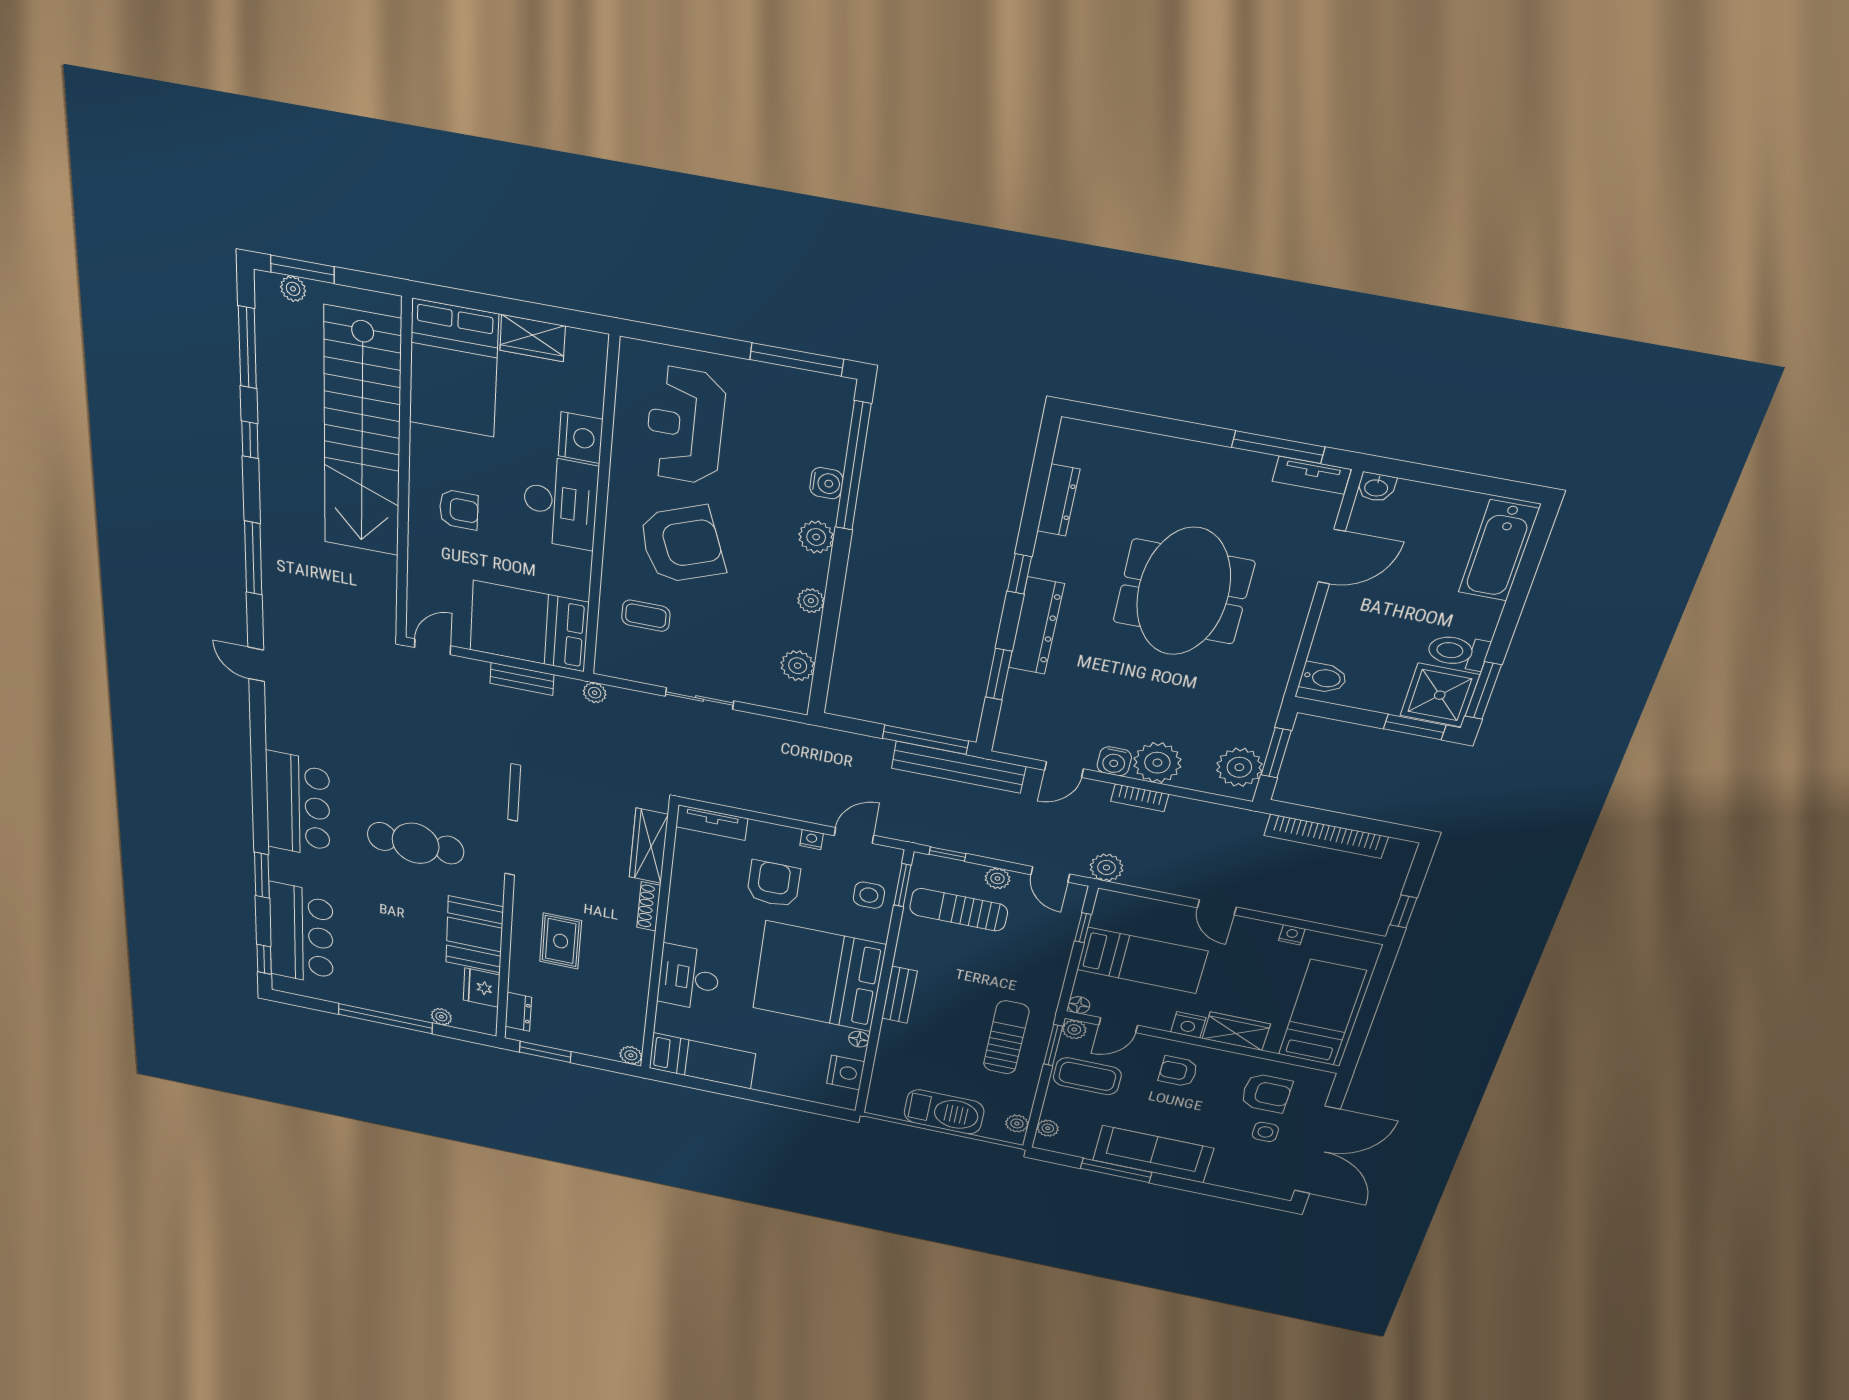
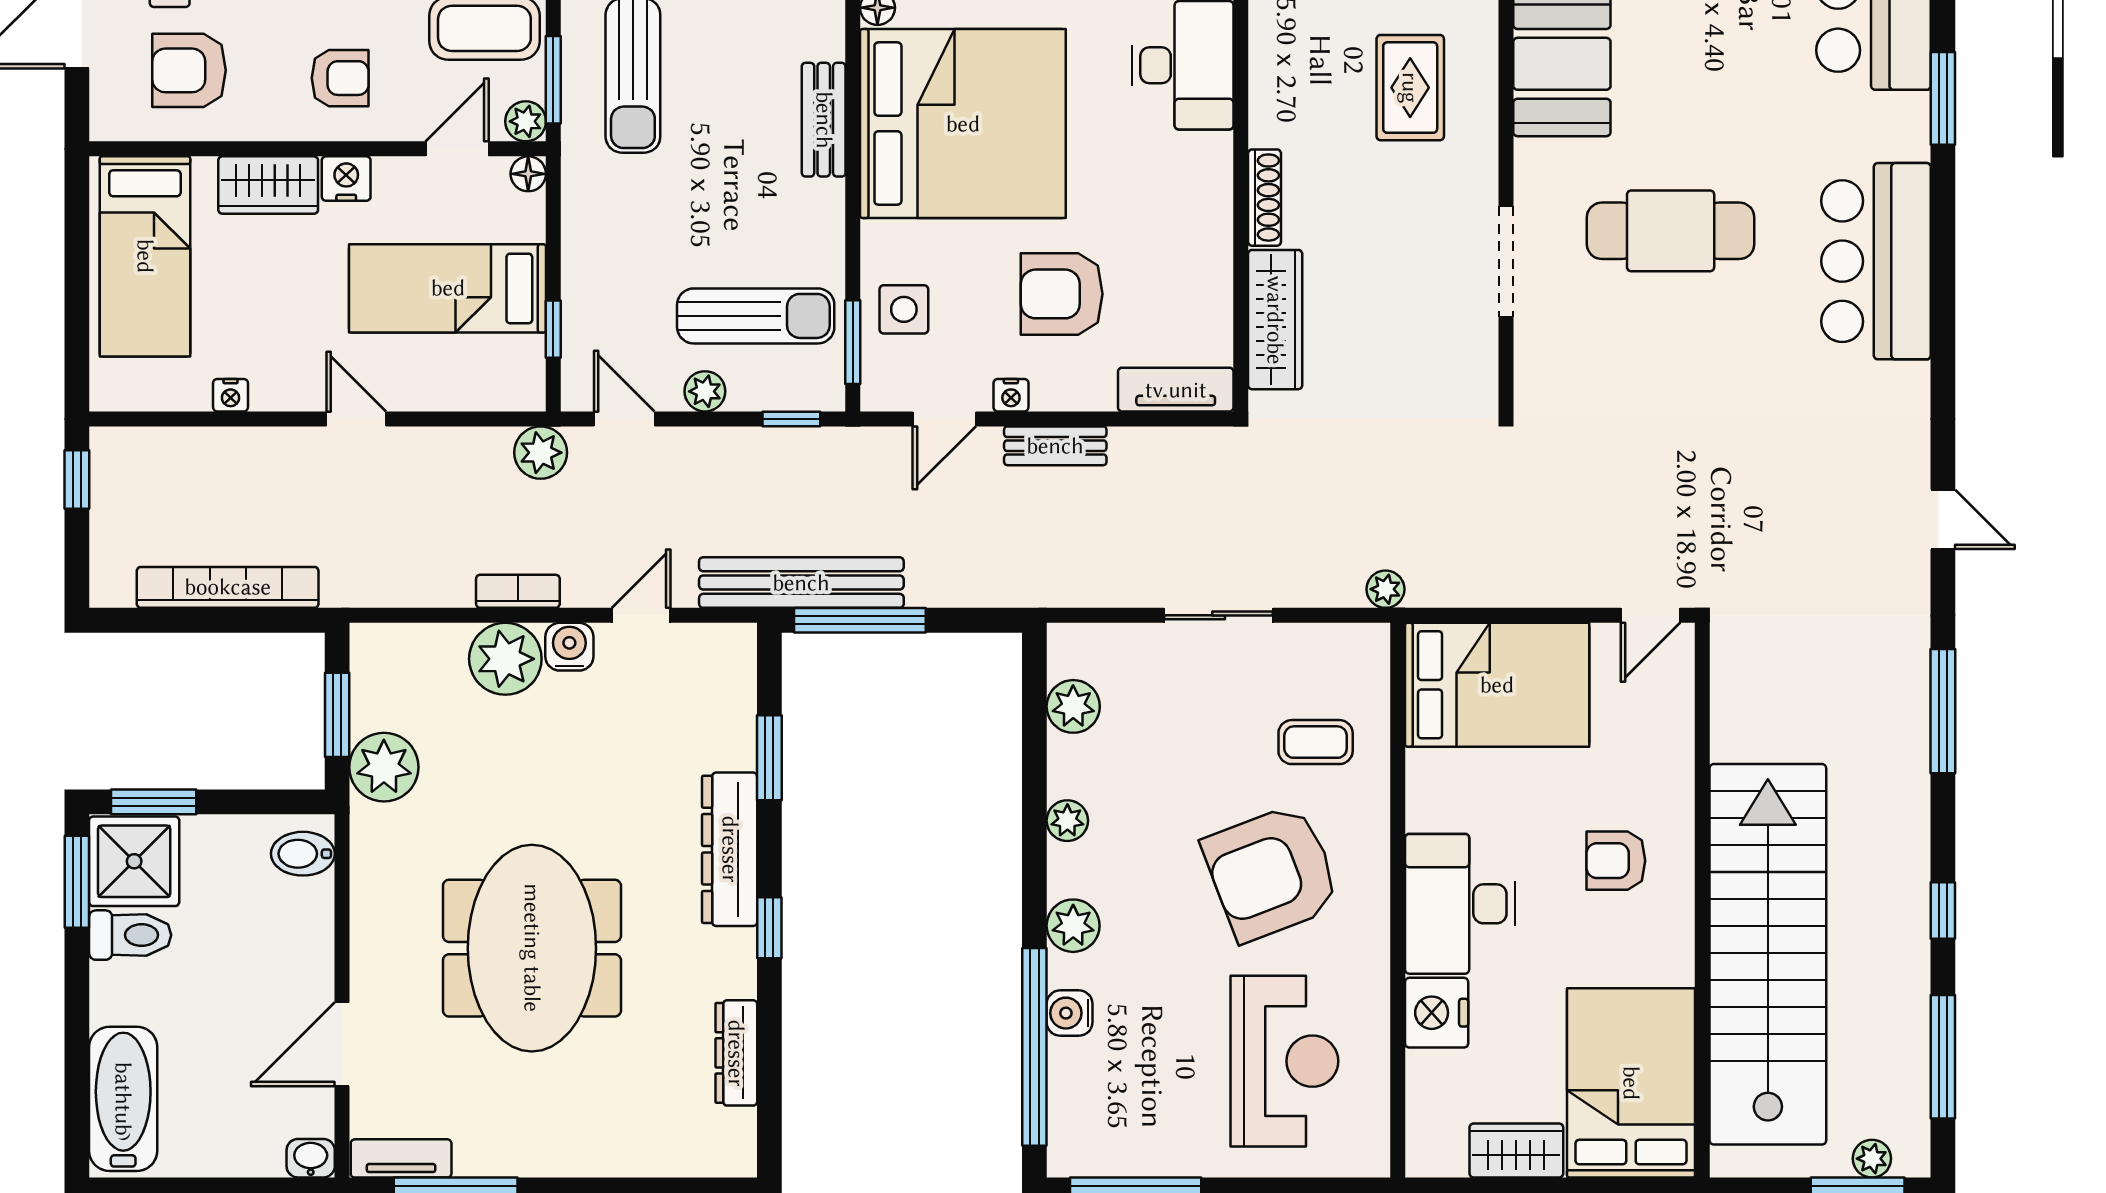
bench: (522, 679) -> (1055, 446), moved
plant: (1239, 767) -> (384, 767), moved
armchair: (773, 884) -> (1062, 294), turned 90

